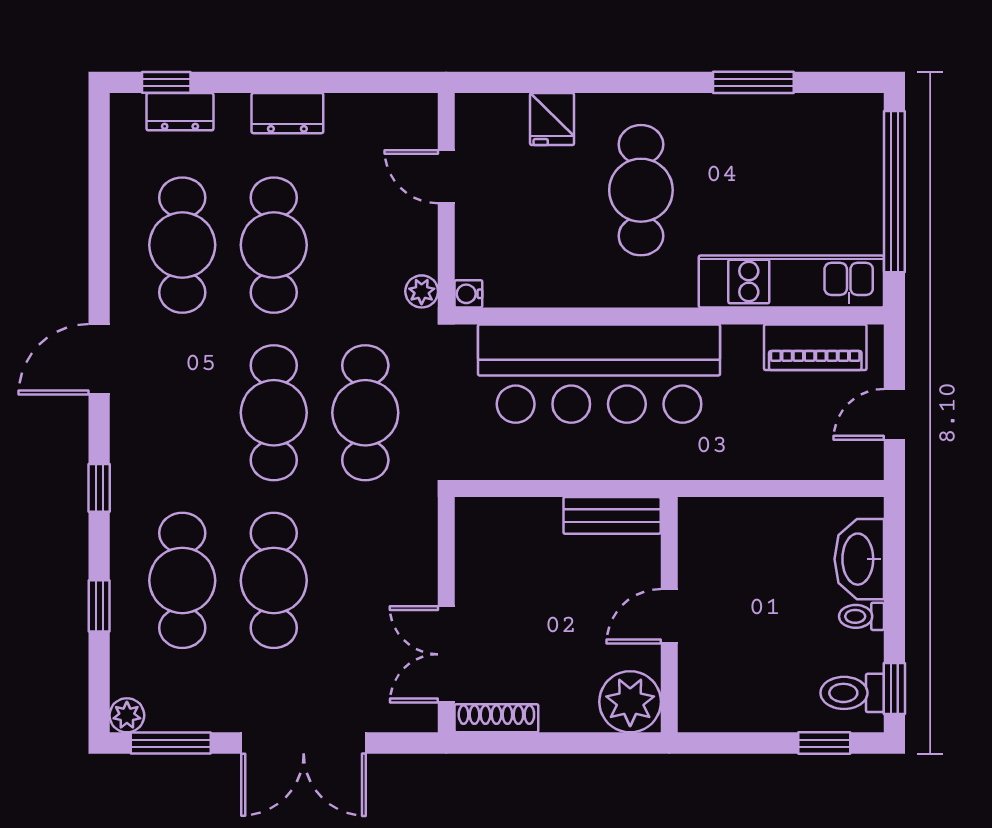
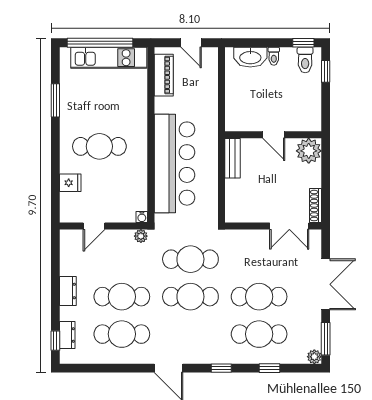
kitchen unit: (791, 281) -> (109, 58), moved, turned -90

